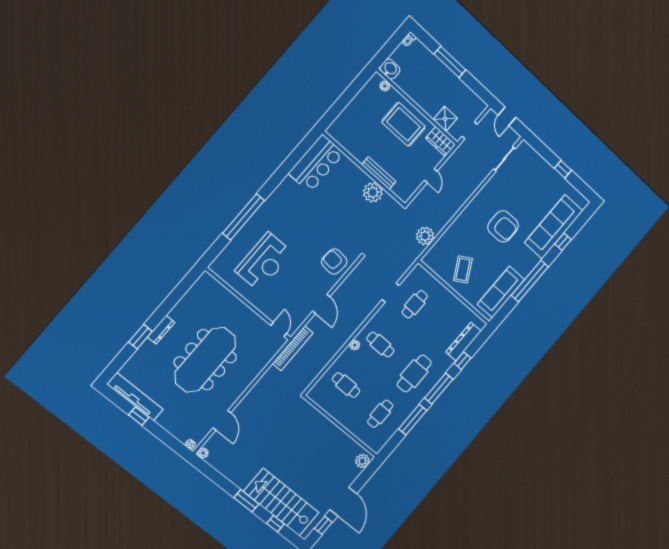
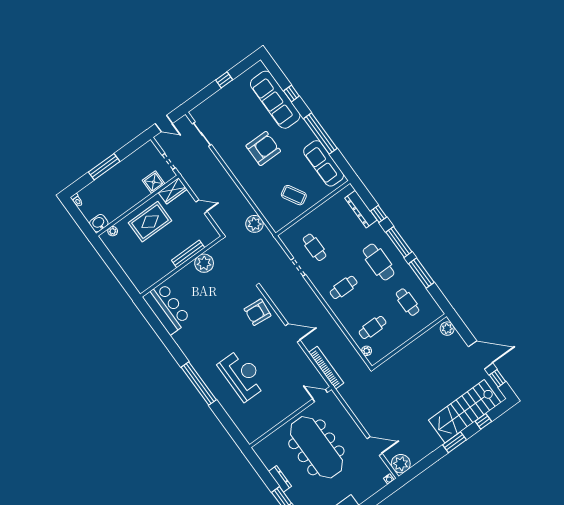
wall: (248, 304) -> (290, 417), moved
door: (279, 329) -> (320, 396), moved
plant: (355, 345) -> (367, 351), moved
plant: (203, 453) -> (401, 464), width x1.88, depth x1.88

